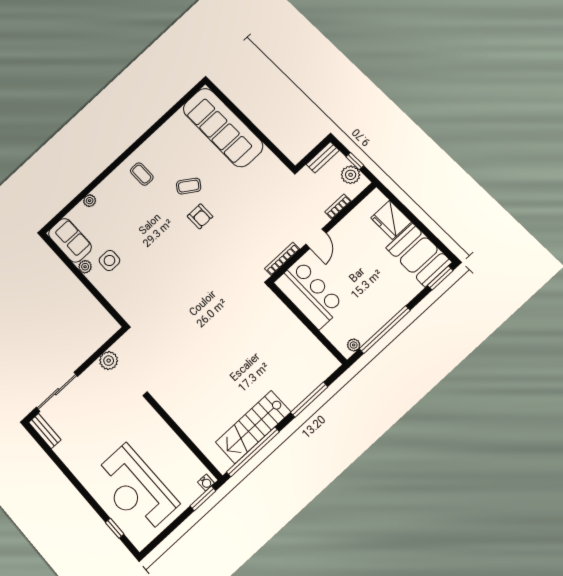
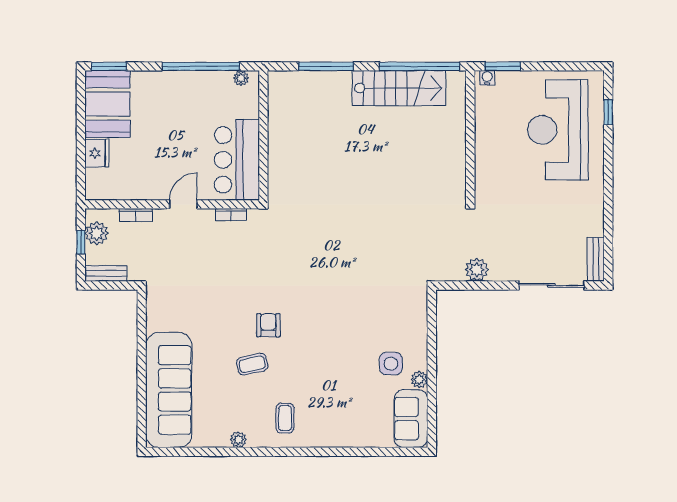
coffee table: (189, 186) -> (252, 364), turned -47
plant: (90, 201) -> (238, 440), moved
fridge: (391, 220) -> (97, 153), width x0.73, depth x0.75
bookcase: (282, 259) -> (231, 215), width x0.64
reception desk: (135, 489) -> (558, 130), turned 180

